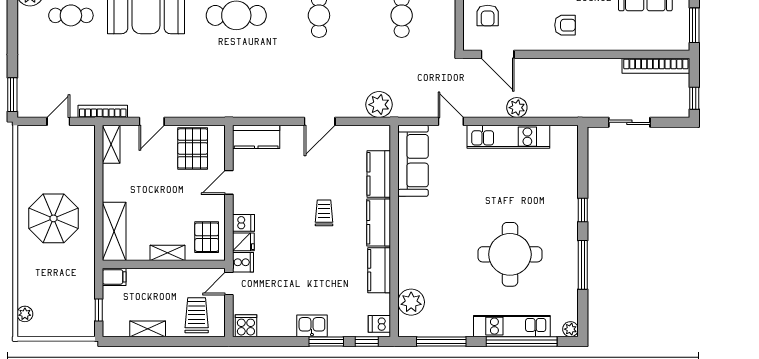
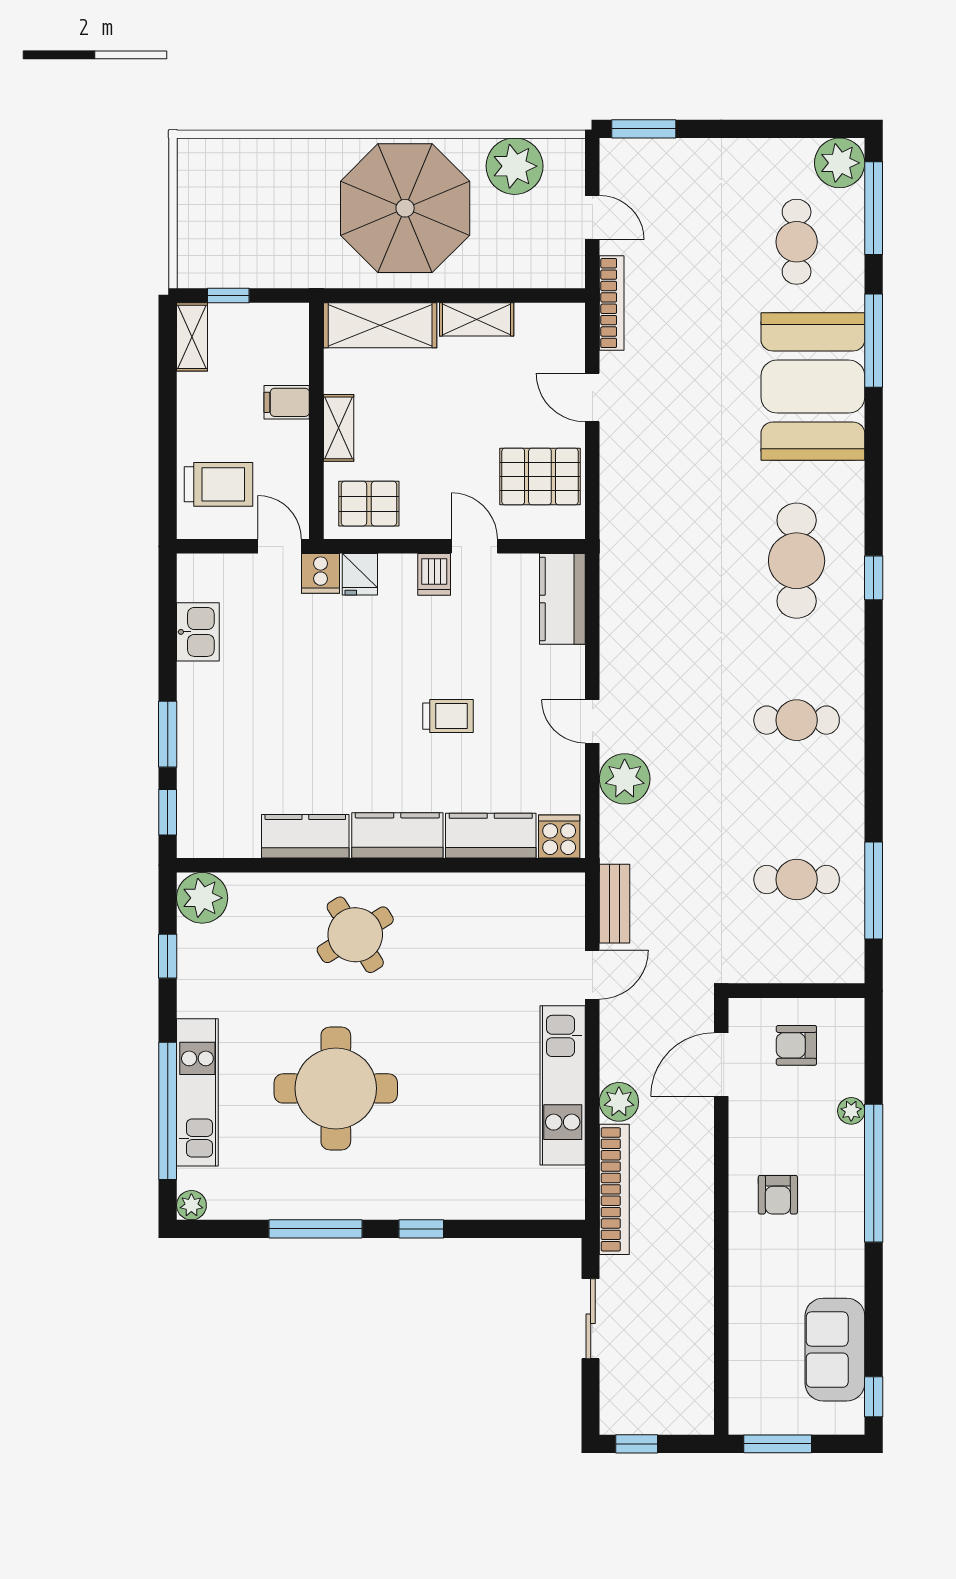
bookcase: (656, 66) -> (614, 1189), moved, turned 180
plant: (379, 105) -> (625, 779), moved
bench: (414, 110) -> (615, 904), added
door: (320, 121) -> (592, 721), width x0.73
shelving: (111, 144) -> (477, 319), moved
sofa: (413, 161) -> (516, 902), removed
trolley: (324, 213) -> (448, 716), moved
parasol: (54, 218) -> (405, 208), width x1.36, depth x1.36
dishwasher: (243, 223) -> (434, 574), moved
round table: (430, 244) -> (355, 935), added
filing cabinet: (114, 277) -> (287, 402), moved, turned 90
plant: (411, 302) -> (202, 898), moved
plant: (25, 314) -> (515, 166), moved, width x1.88, depth x1.88
dishwasher: (379, 324) -> (202, 837), removed
cooker: (246, 326) -> (559, 837), moved, turned -90
kitchen sink: (312, 326) -> (198, 632), moved
shelving: (148, 329) -> (192, 337), moved
window: (441, 342) -> (168, 956), width x0.46

